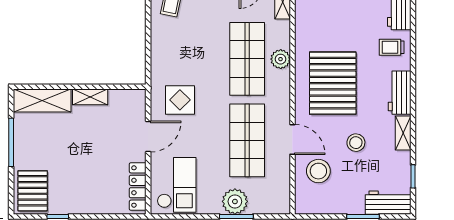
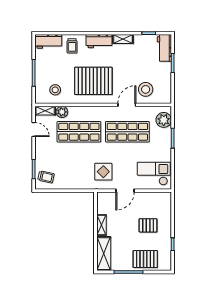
plant: (281, 59) -> (62, 112), moved
door: (148, 137) -> (125, 191), swing flipped
stool: (356, 143) -> (55, 90), moved
pallet: (90, 175) -> (148, 225), added
locker: (138, 187) -> (155, 197), removed
pallet: (33, 191) -> (145, 259), moved
plant: (235, 201) -> (164, 120), moved

